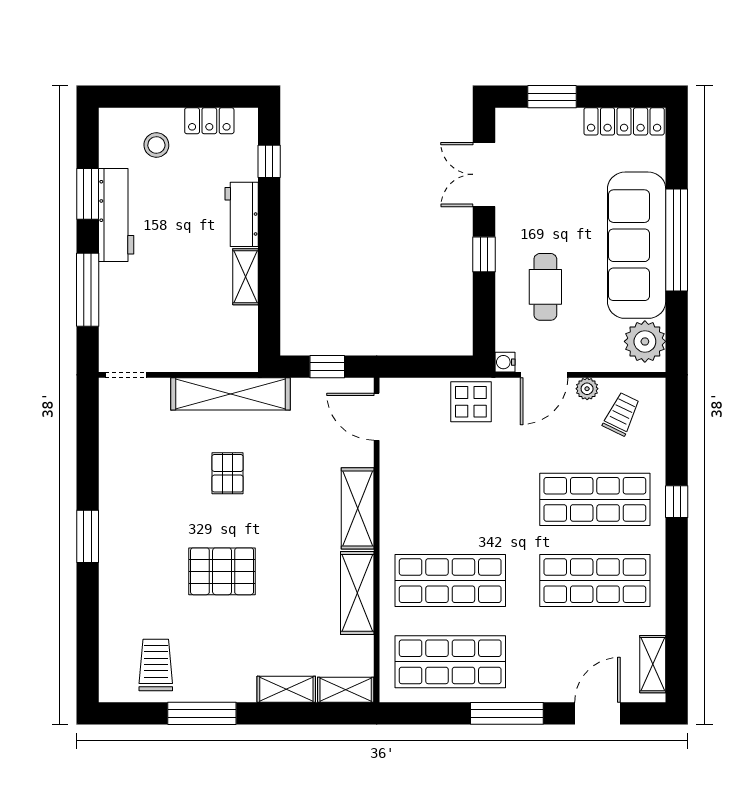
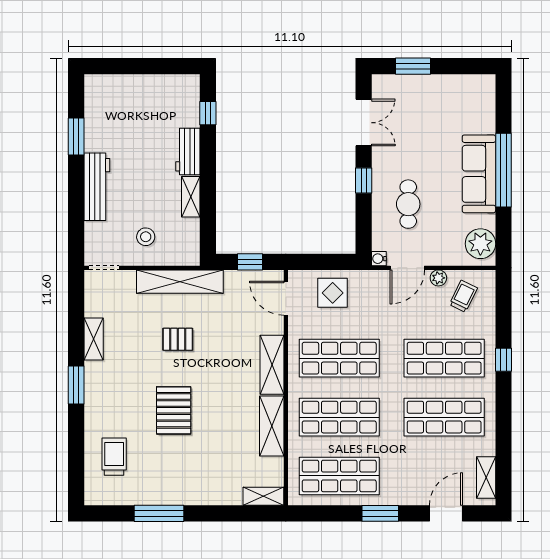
locker: (209, 121) -> (165, 84), removed
locker: (624, 121) -> (465, 84), removed
stool: (156, 145) -> (146, 237), moved
double door: (484, 174) -> (364, 123), swing flipped
workbench: (116, 215) -> (97, 187), moved
sofa: (637, 245) -> (479, 174), width x0.74, depth x0.79
window: (88, 290) -> (76, 206), removed
display table: (471, 402) -> (333, 293), moved
pallet: (228, 473) -> (178, 339), turned 90
shop shelf: (450, 499) -> (339, 358), added
pallet: (222, 571) -> (174, 410), turned 90
trolley: (156, 665) -> (114, 457), moved
shelving: (286, 689) -> (94, 339), moved, turned 90
window: (507, 713) -> (380, 513), width x0.69

